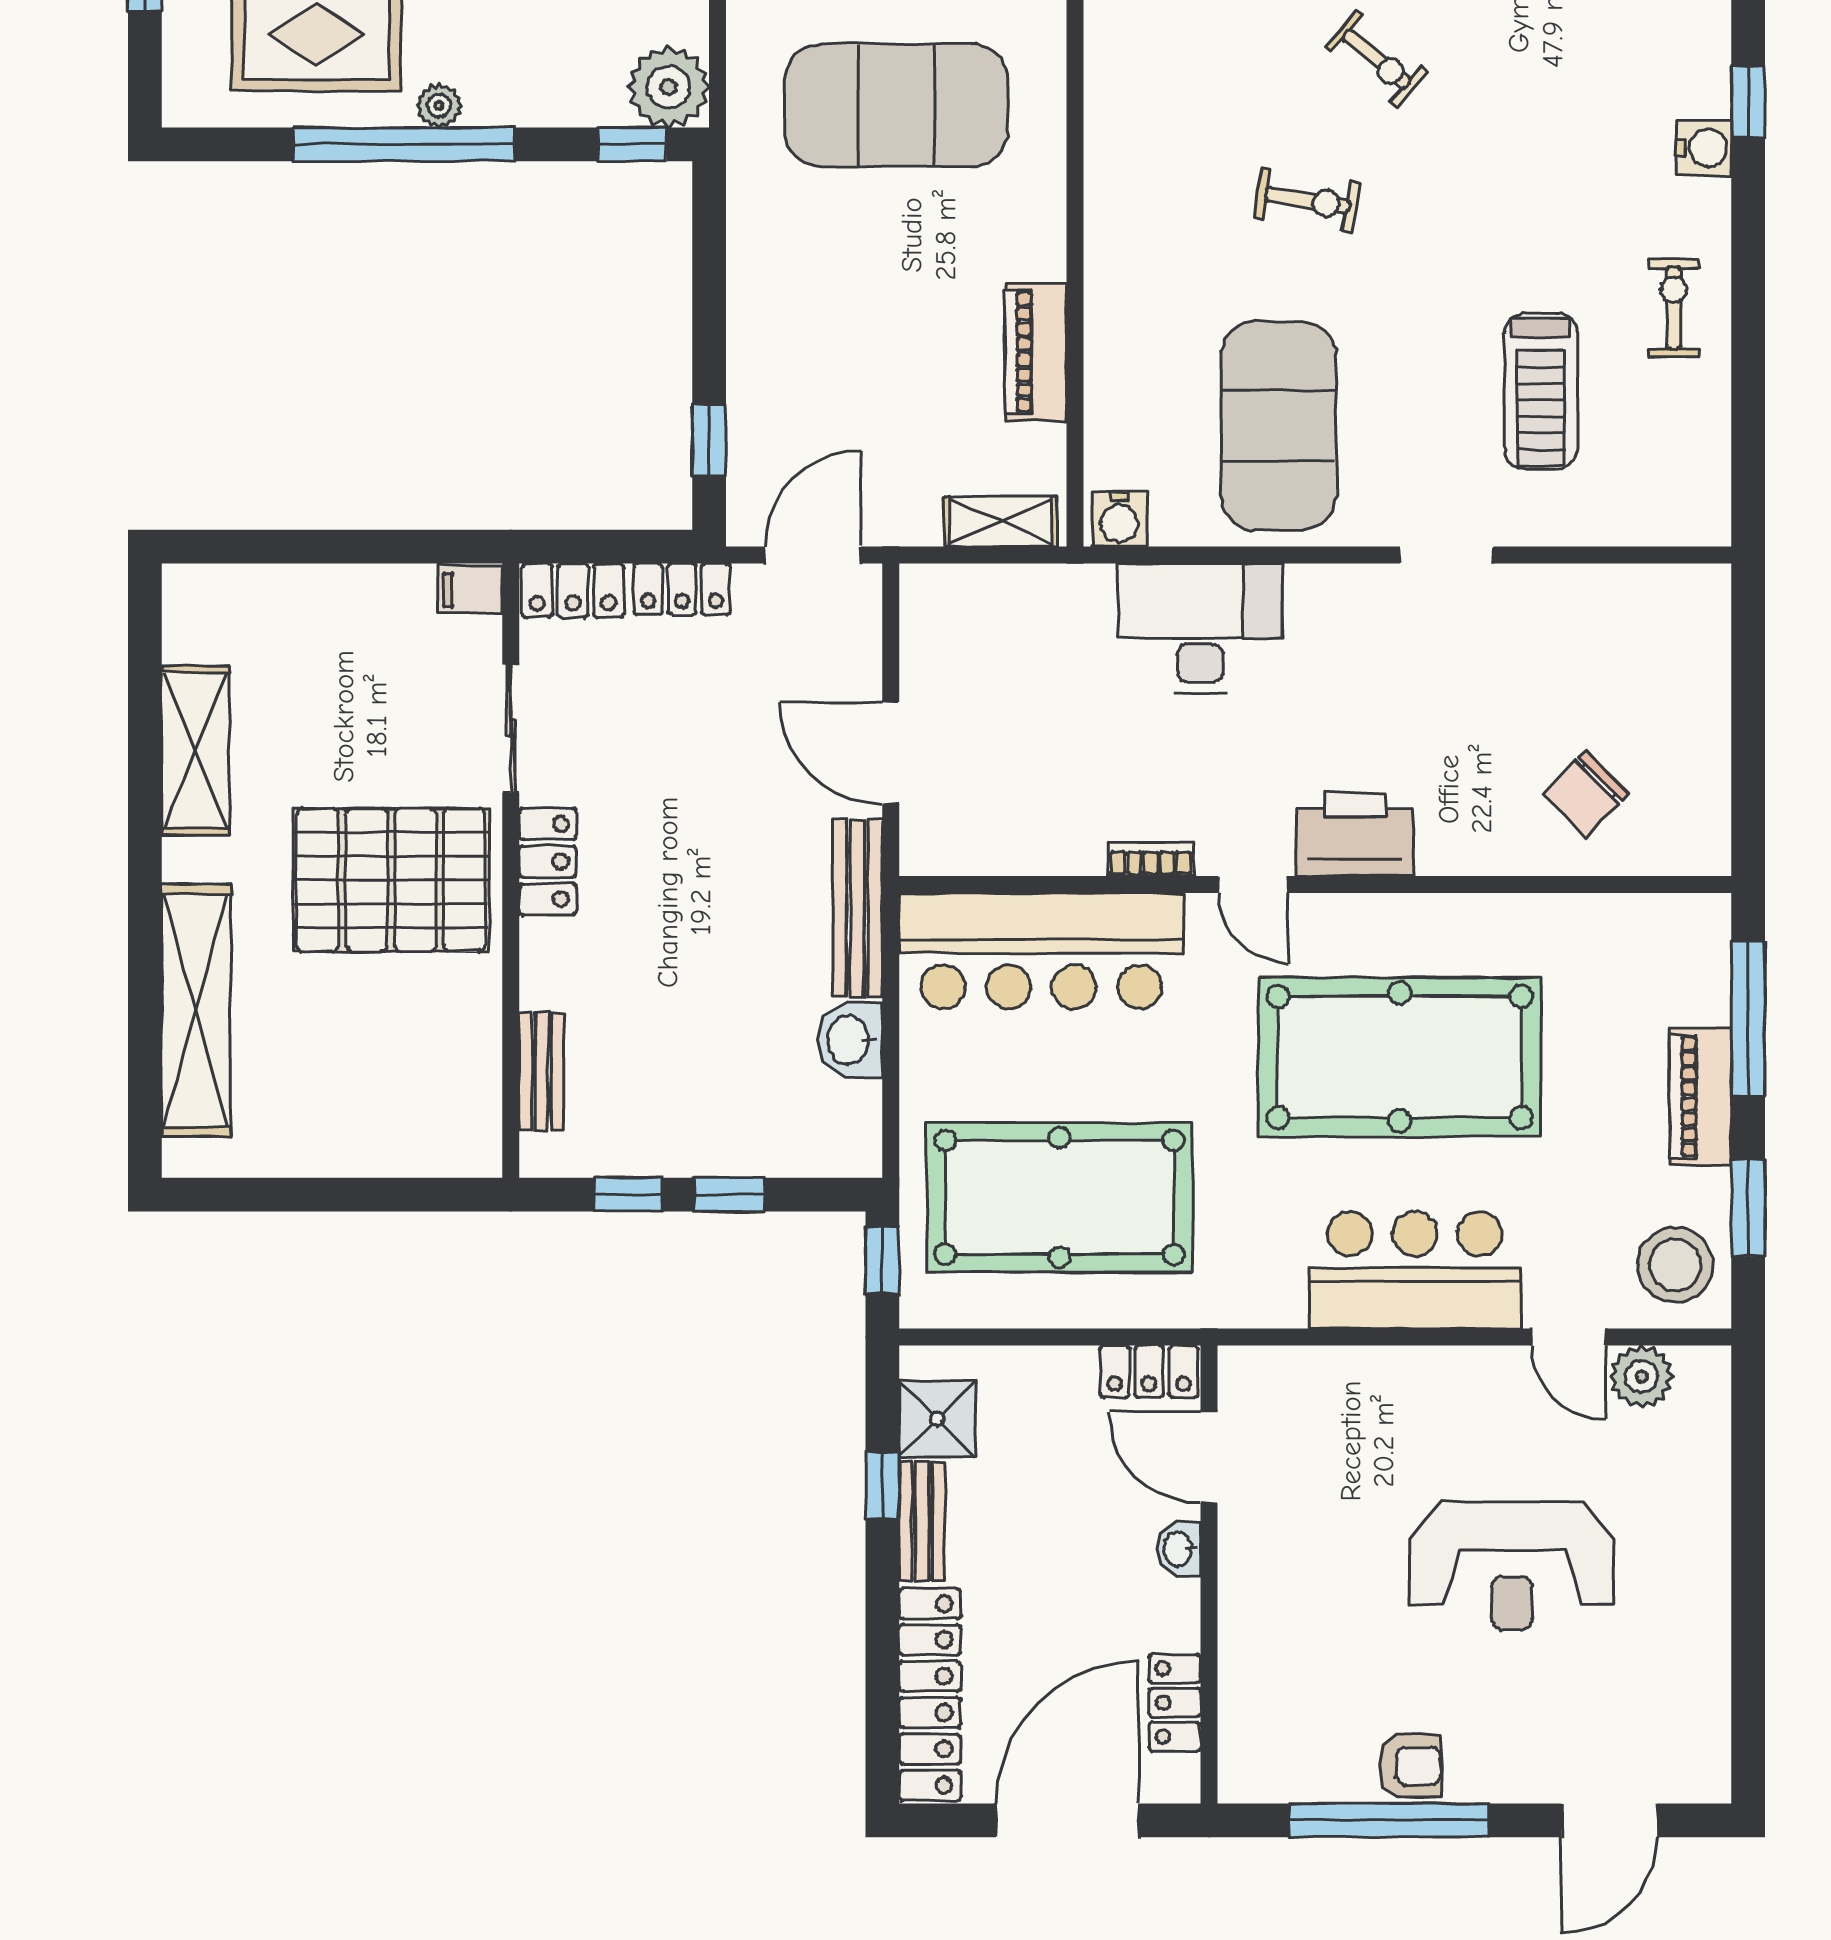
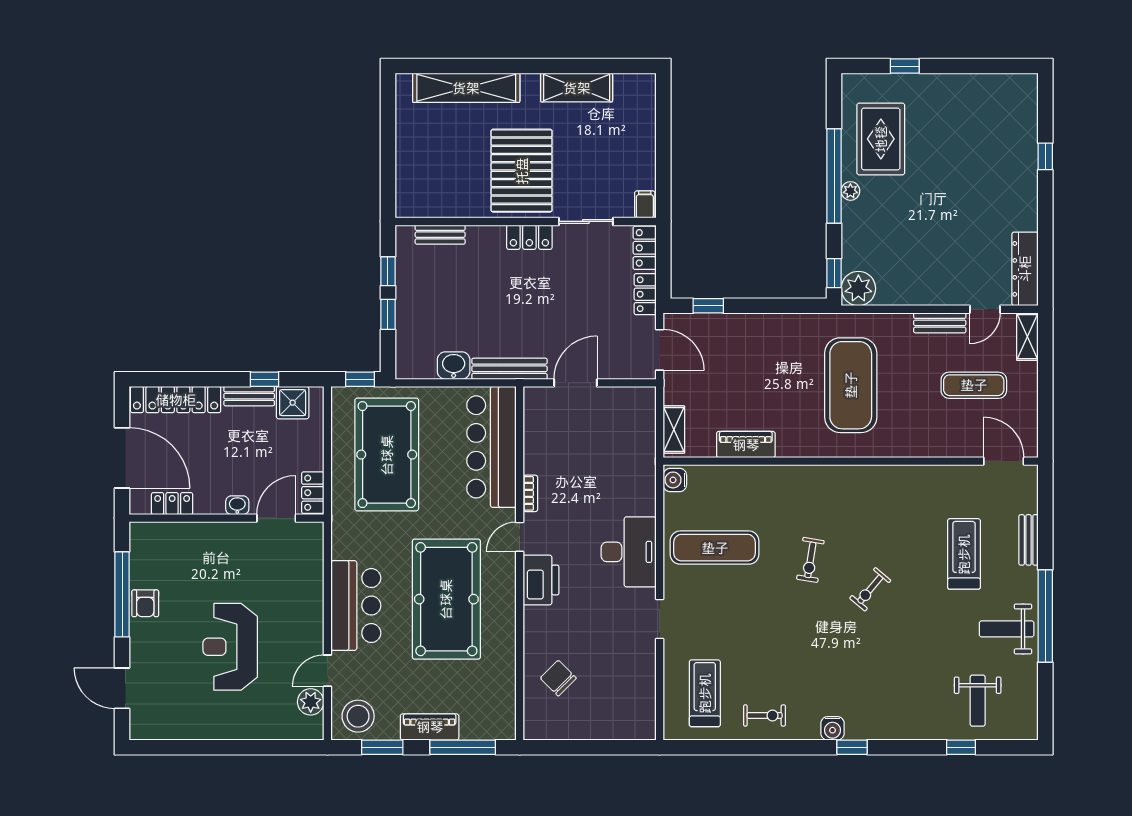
treadmill: (1541, 391) -> (705, 693), moved, turned 90
exercise mat: (1278, 426) -> (715, 548), width x0.68
desk: (1200, 628) -> (629, 552), moved

